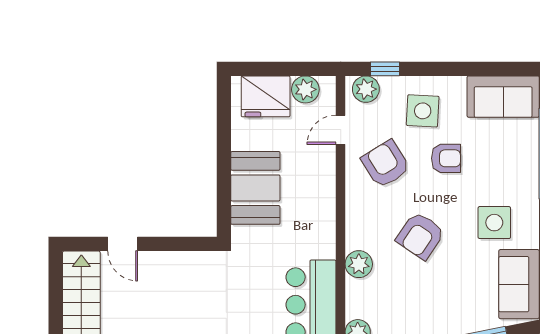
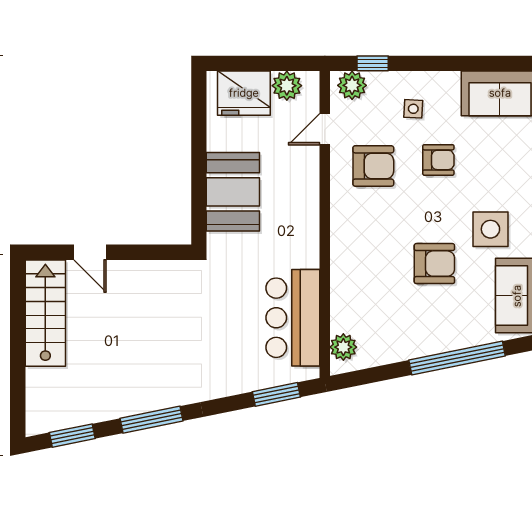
side table: (423, 111) -> (413, 109), width x0.54, depth x0.54
armchair: (386, 164) -> (373, 166), turned 122
armchair: (420, 236) -> (434, 264), moved, turned -124
plant: (359, 264) -> (344, 274), removed

